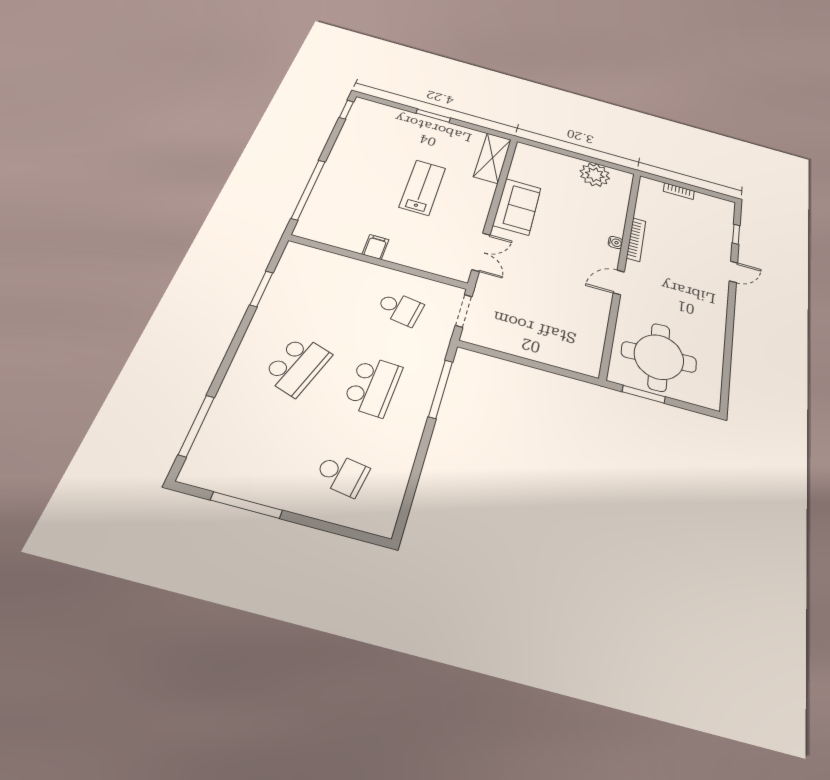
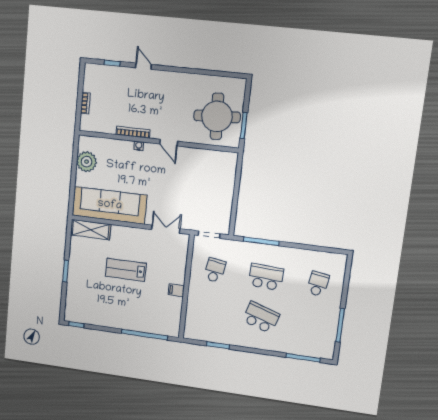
sofa: (517, 207) -> (110, 205), width x1.85, depth x1.27

